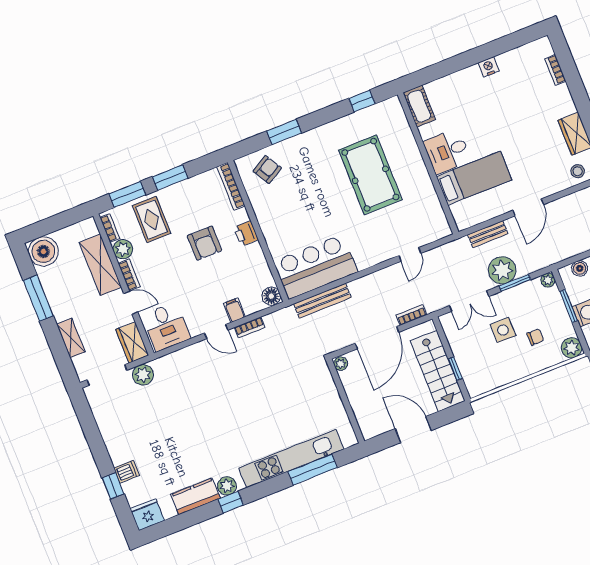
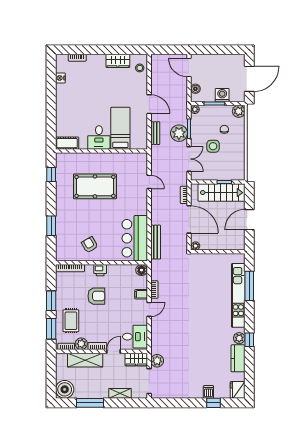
nightstand: (488, 67) -> (60, 78), moved
armchair: (267, 170) -> (90, 245), moved
rug: (152, 219) -> (71, 321), turned 90

